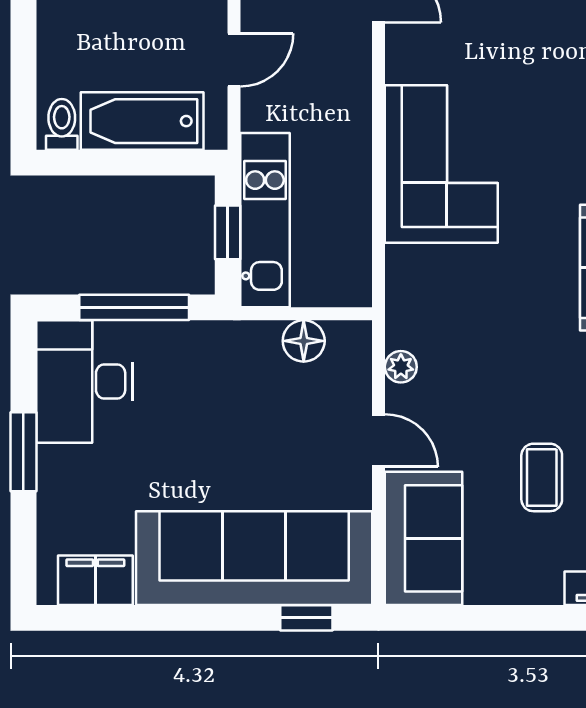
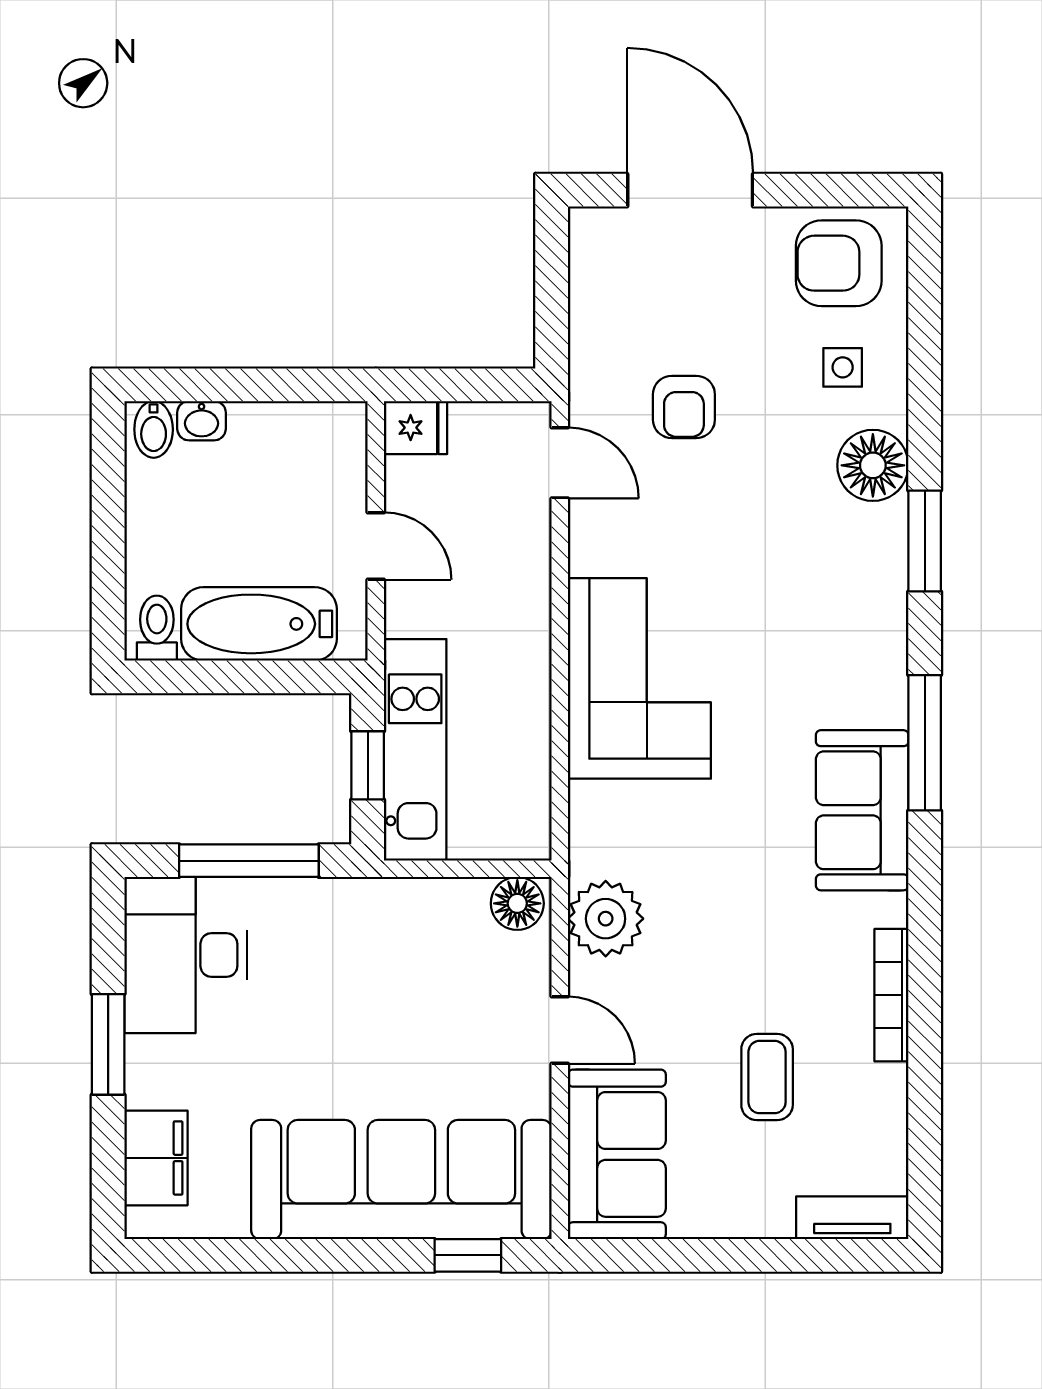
door: (234, 60) -> (376, 546), hinge flipped
floor lamp: (304, 341) -> (517, 903), moved
plant: (401, 367) -> (606, 919), width x1.87, depth x1.87
filing cabinet: (95, 580) -> (156, 1158), moved, turned 90

